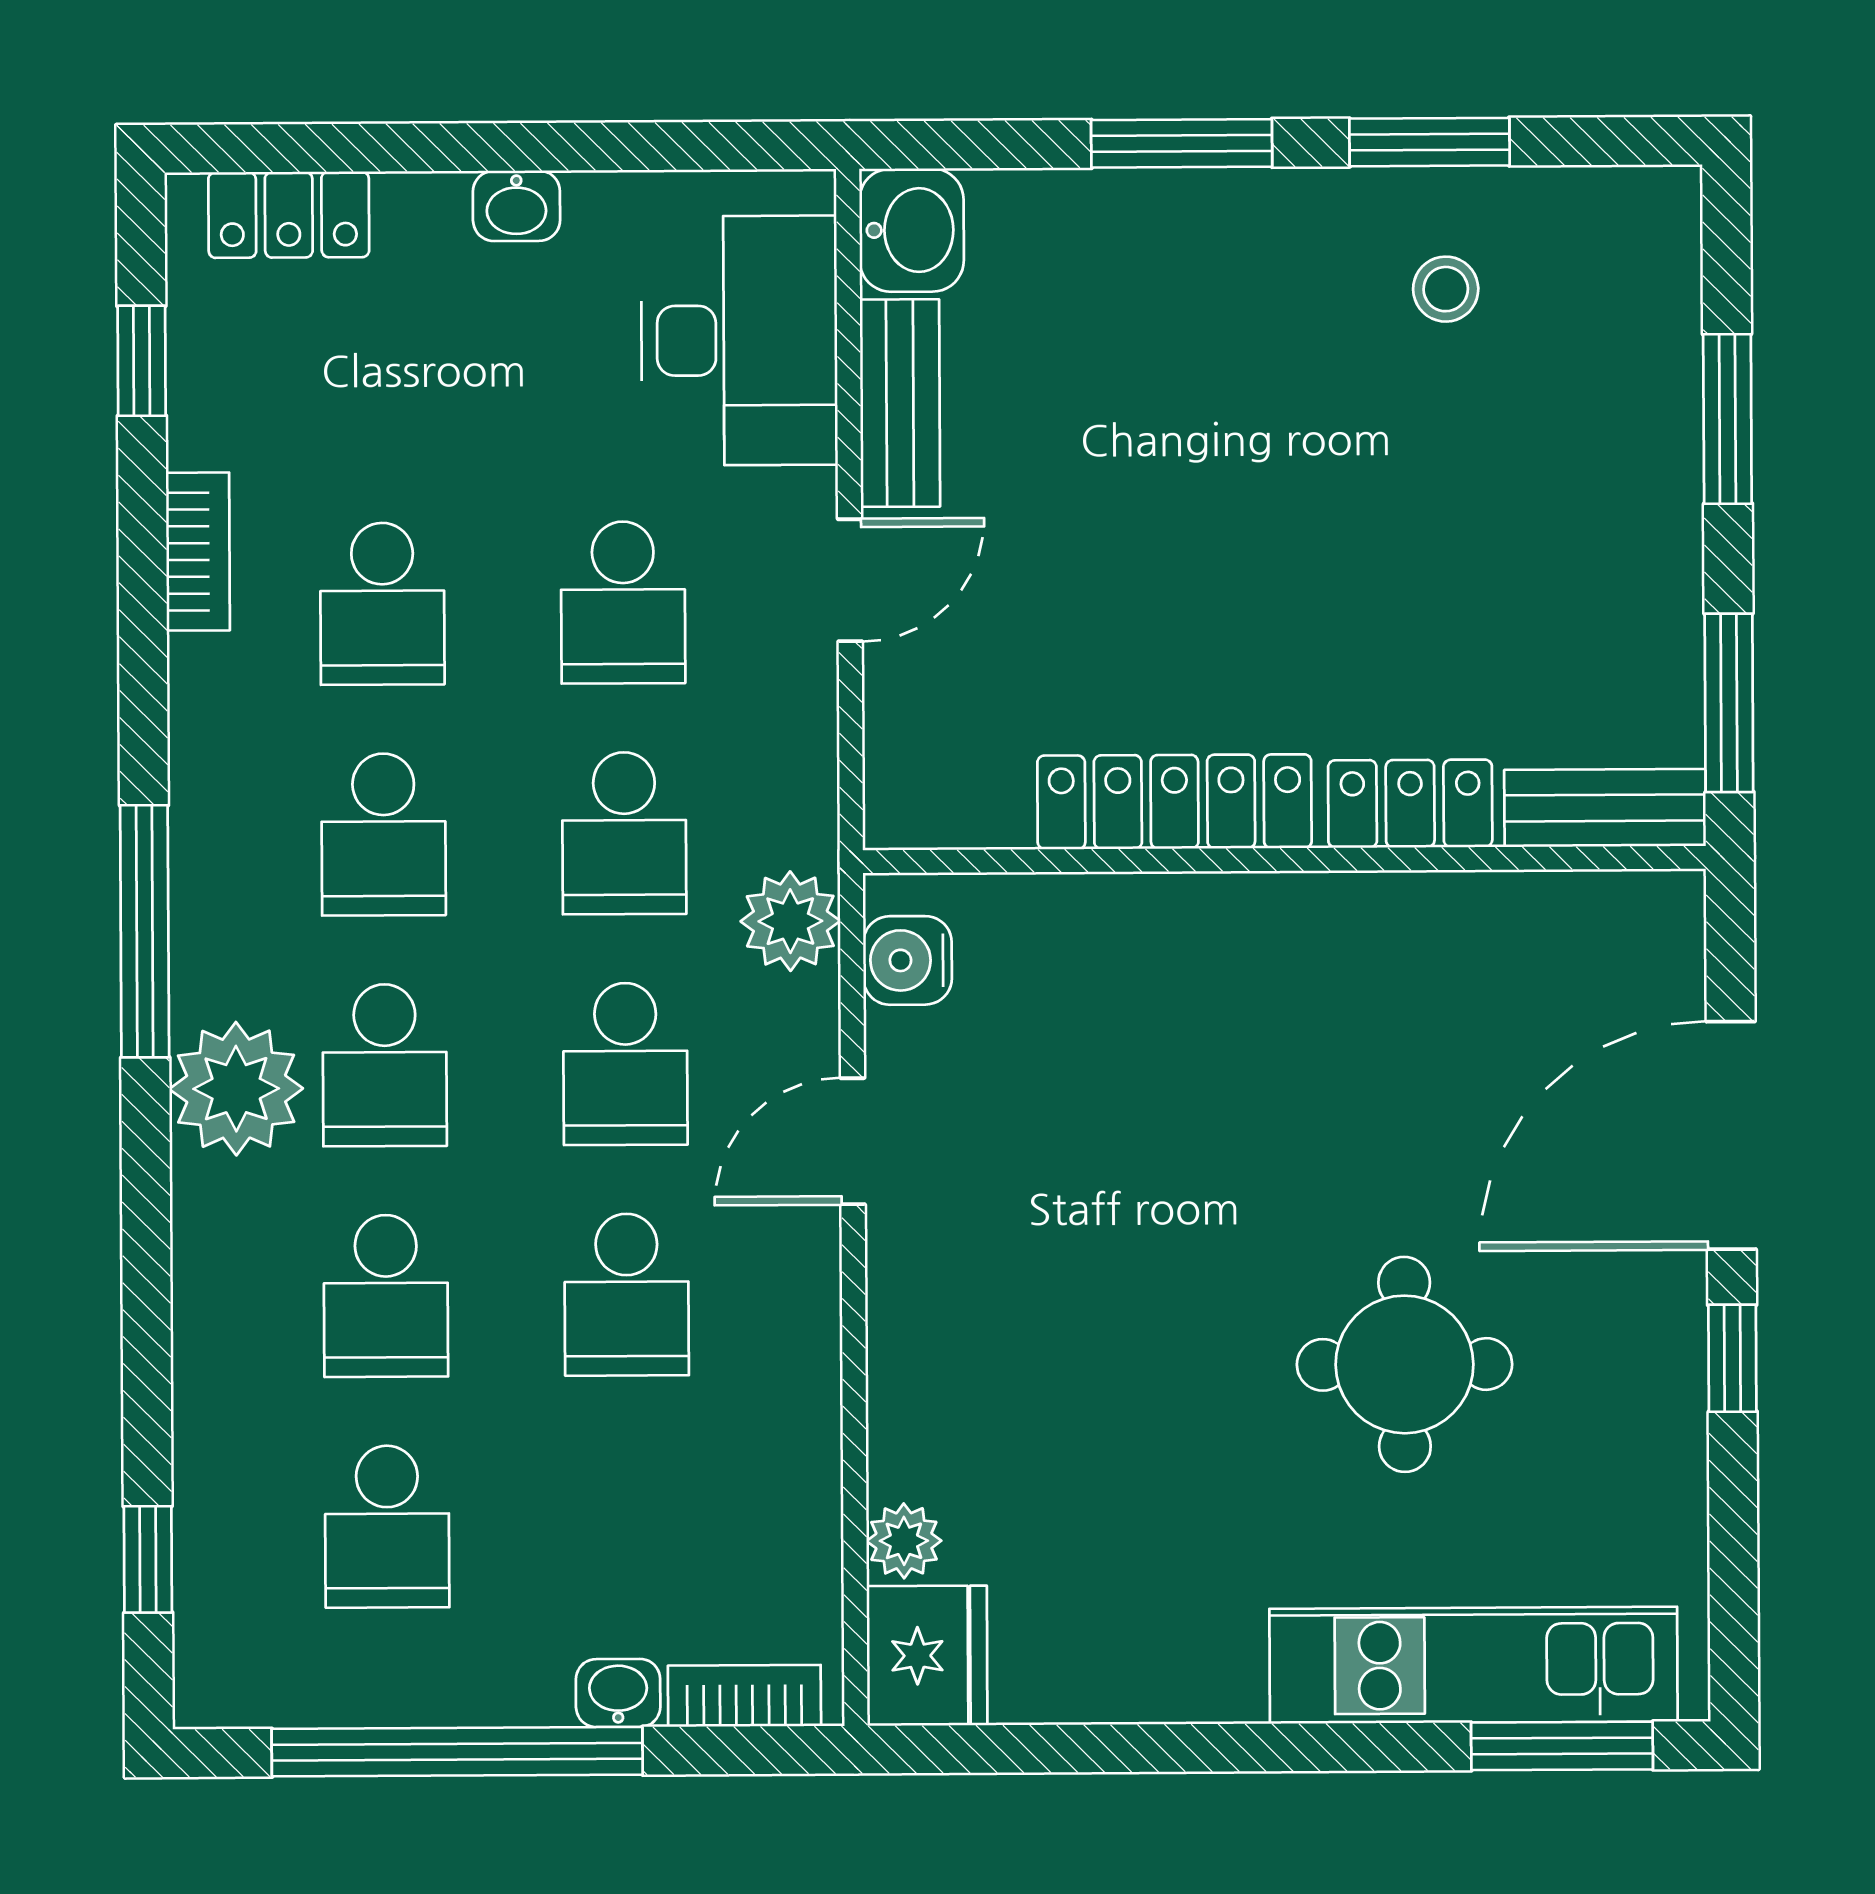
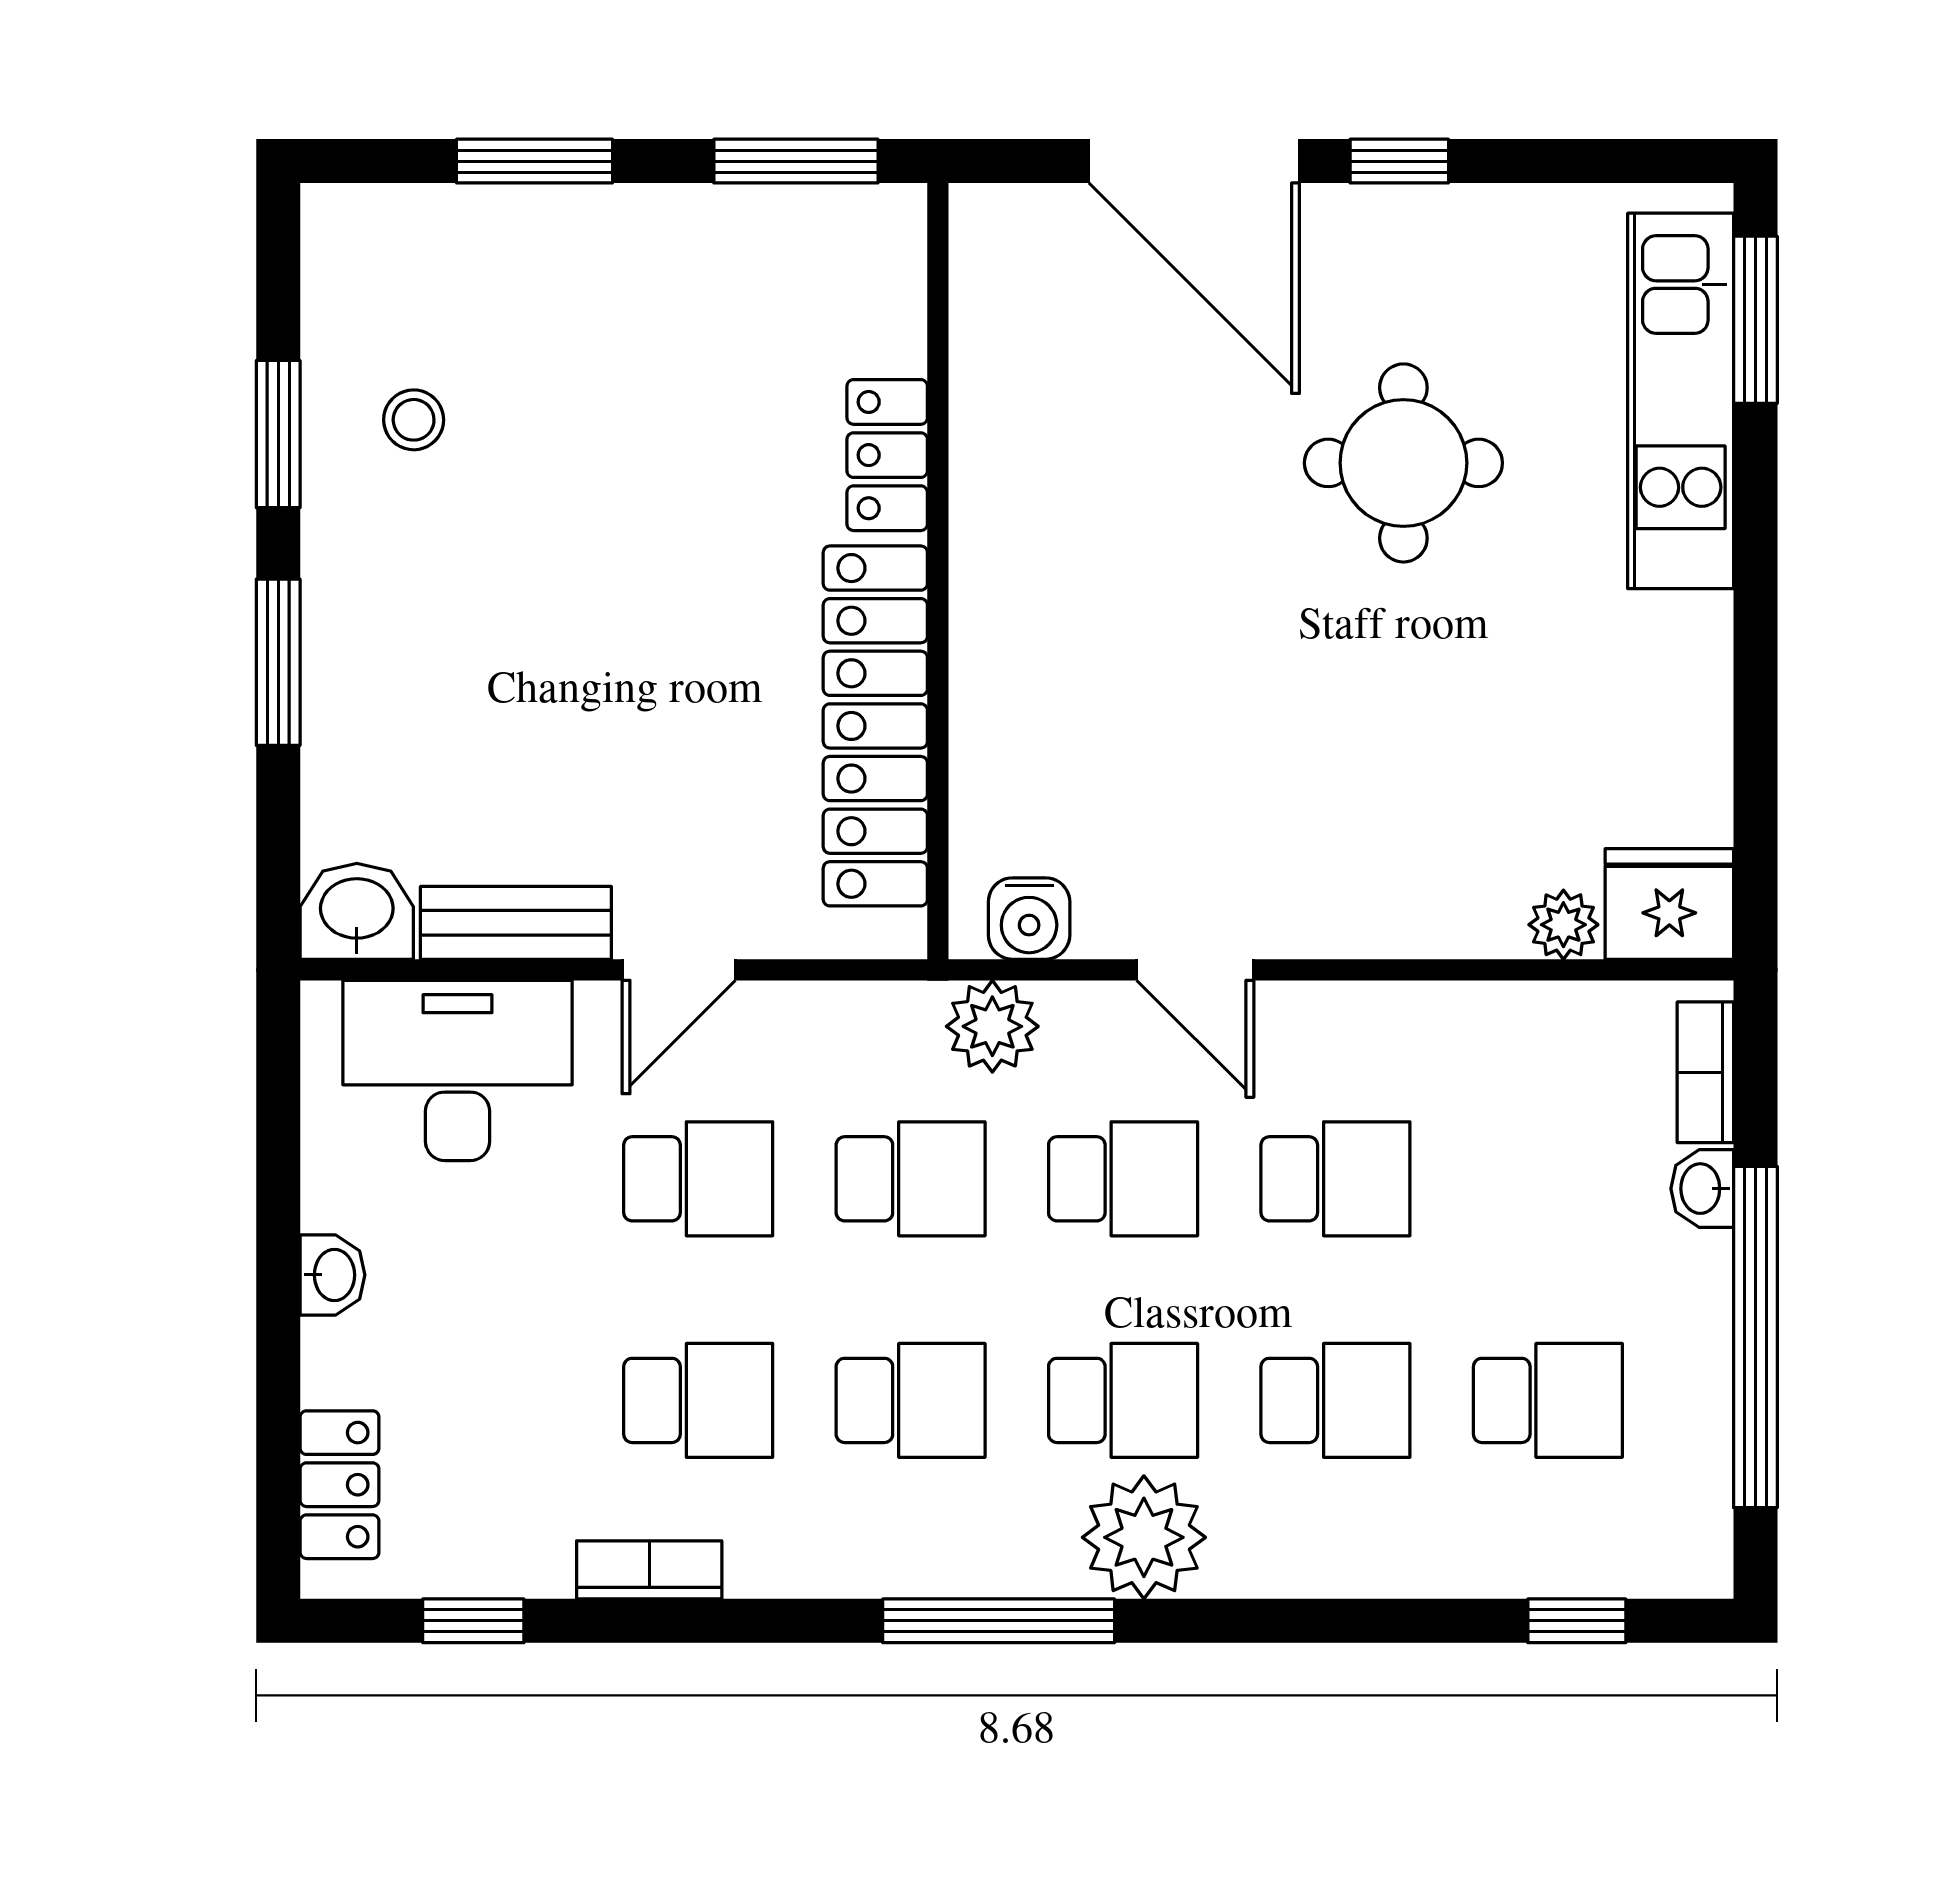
door: (850, 580) -> (679, 970), swing flipped
locker: (1174, 802) -> (875, 726), width x1.41, depth x1.21
bench: (1605, 808) -> (892, 276), removed

